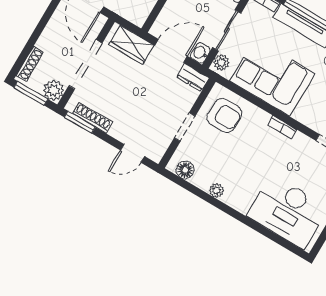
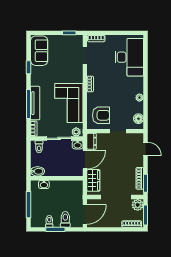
door: (171, 51) -> (85, 160), swing flipped
armchair: (224, 115) -> (101, 115), turned 90

